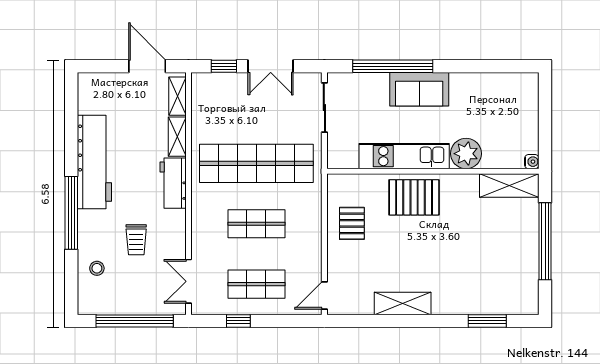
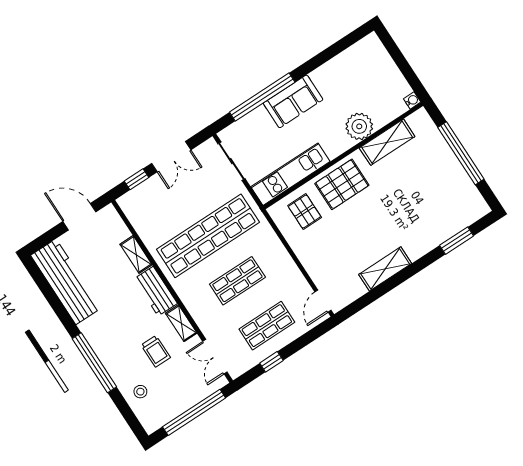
shelving: (177, 96) -> (181, 323), moved
kitchen unit: (404, 156) -> (290, 174), moved
workbench: (94, 162) -> (66, 282), moved
shelving: (509, 186) -> (387, 142), moved
pallet: (352, 223) -> (305, 212), moved

